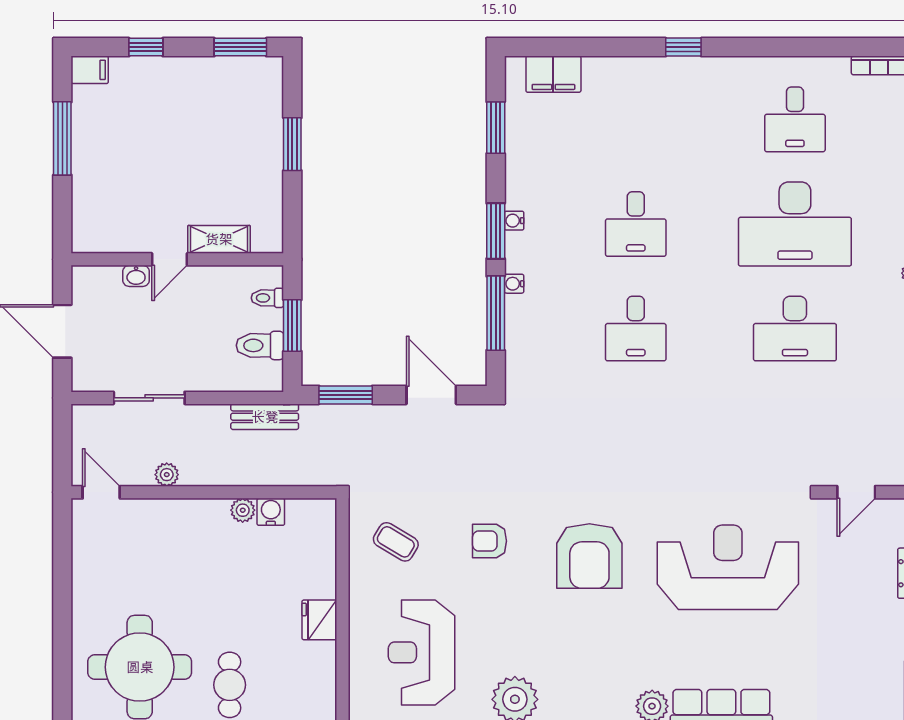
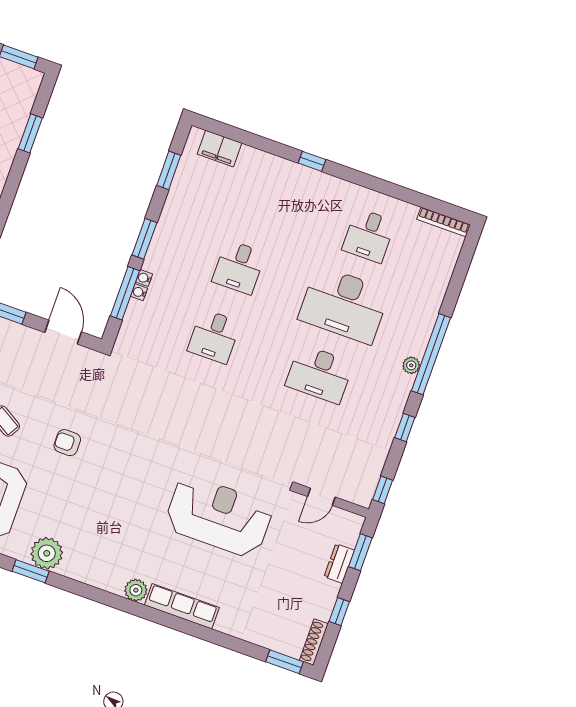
water cooler: (514, 221) -> (139, 292), moved
armchair: (589, 556) -> (130, 476), removed

